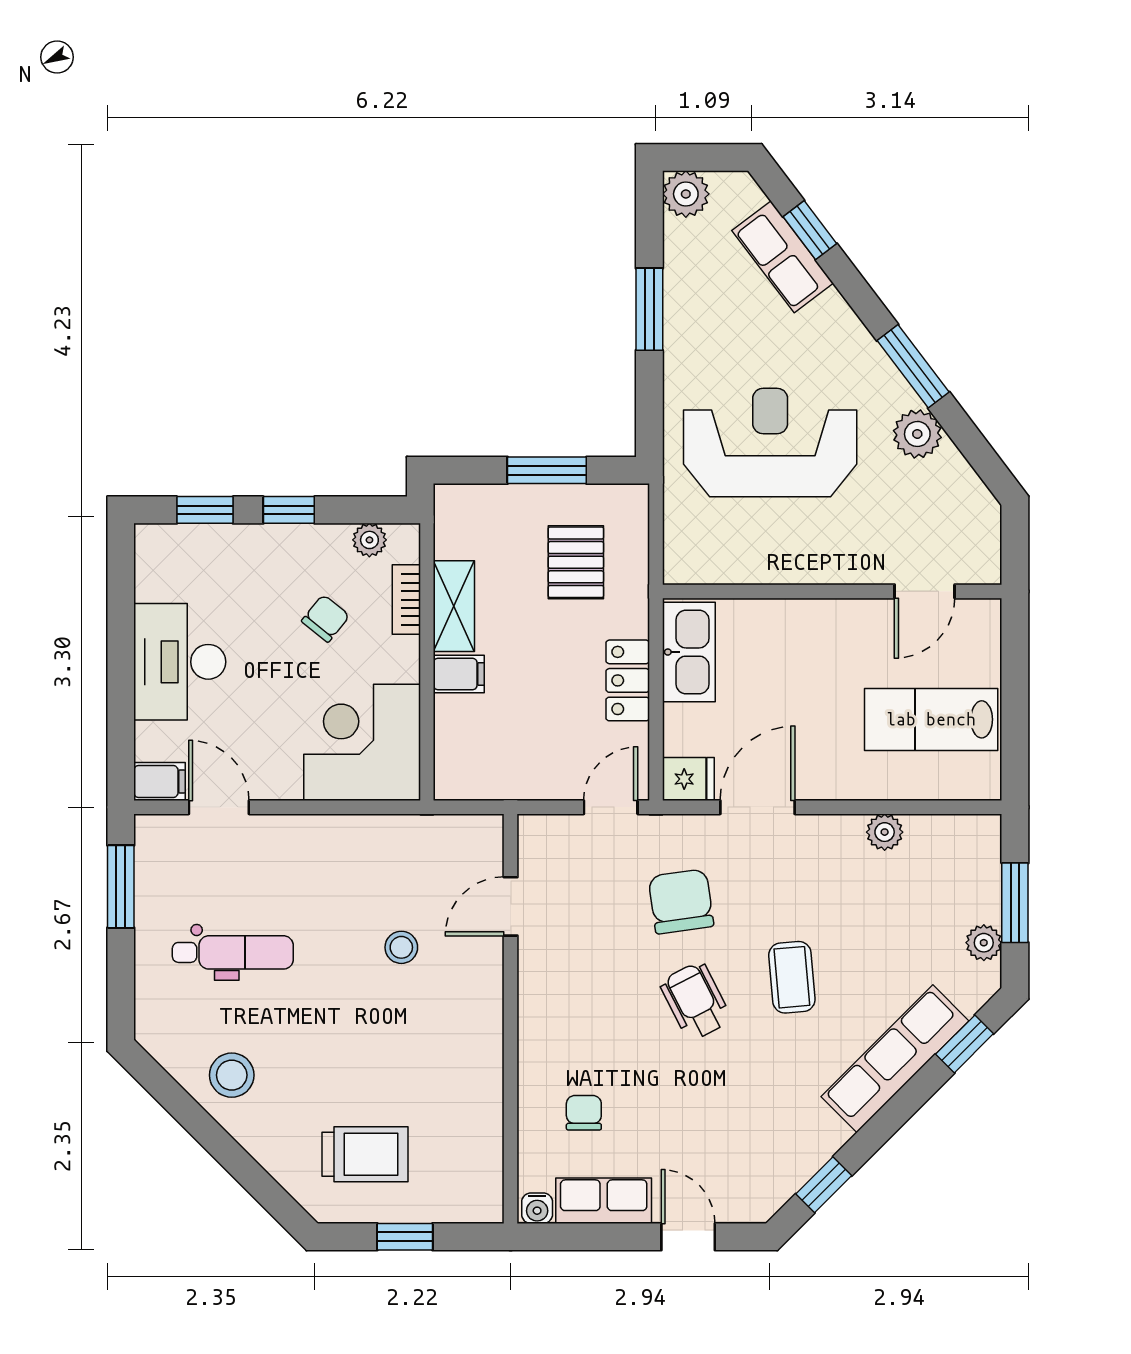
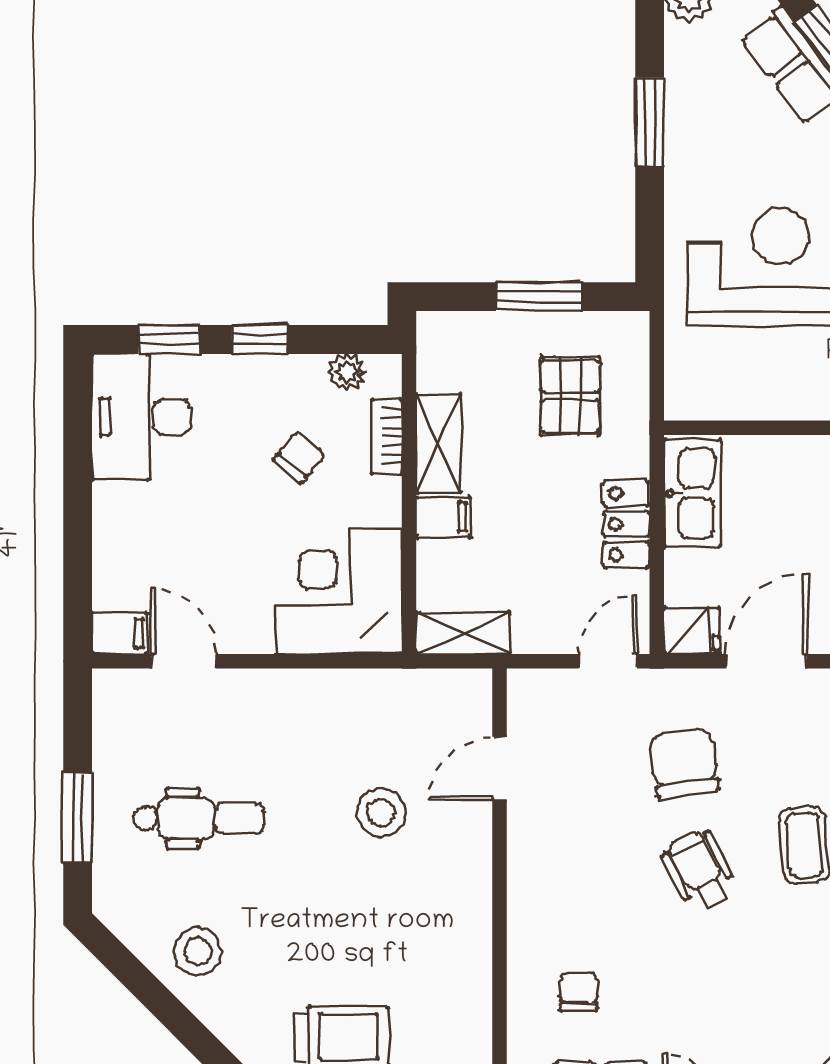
desk: (180, 662) -> (142, 417), moved
shelving: (477, 781) -> (463, 633), added
window: (121, 887) -> (78, 818), moved
stool: (401, 947) -> (381, 813), width x1.37, depth x1.37

